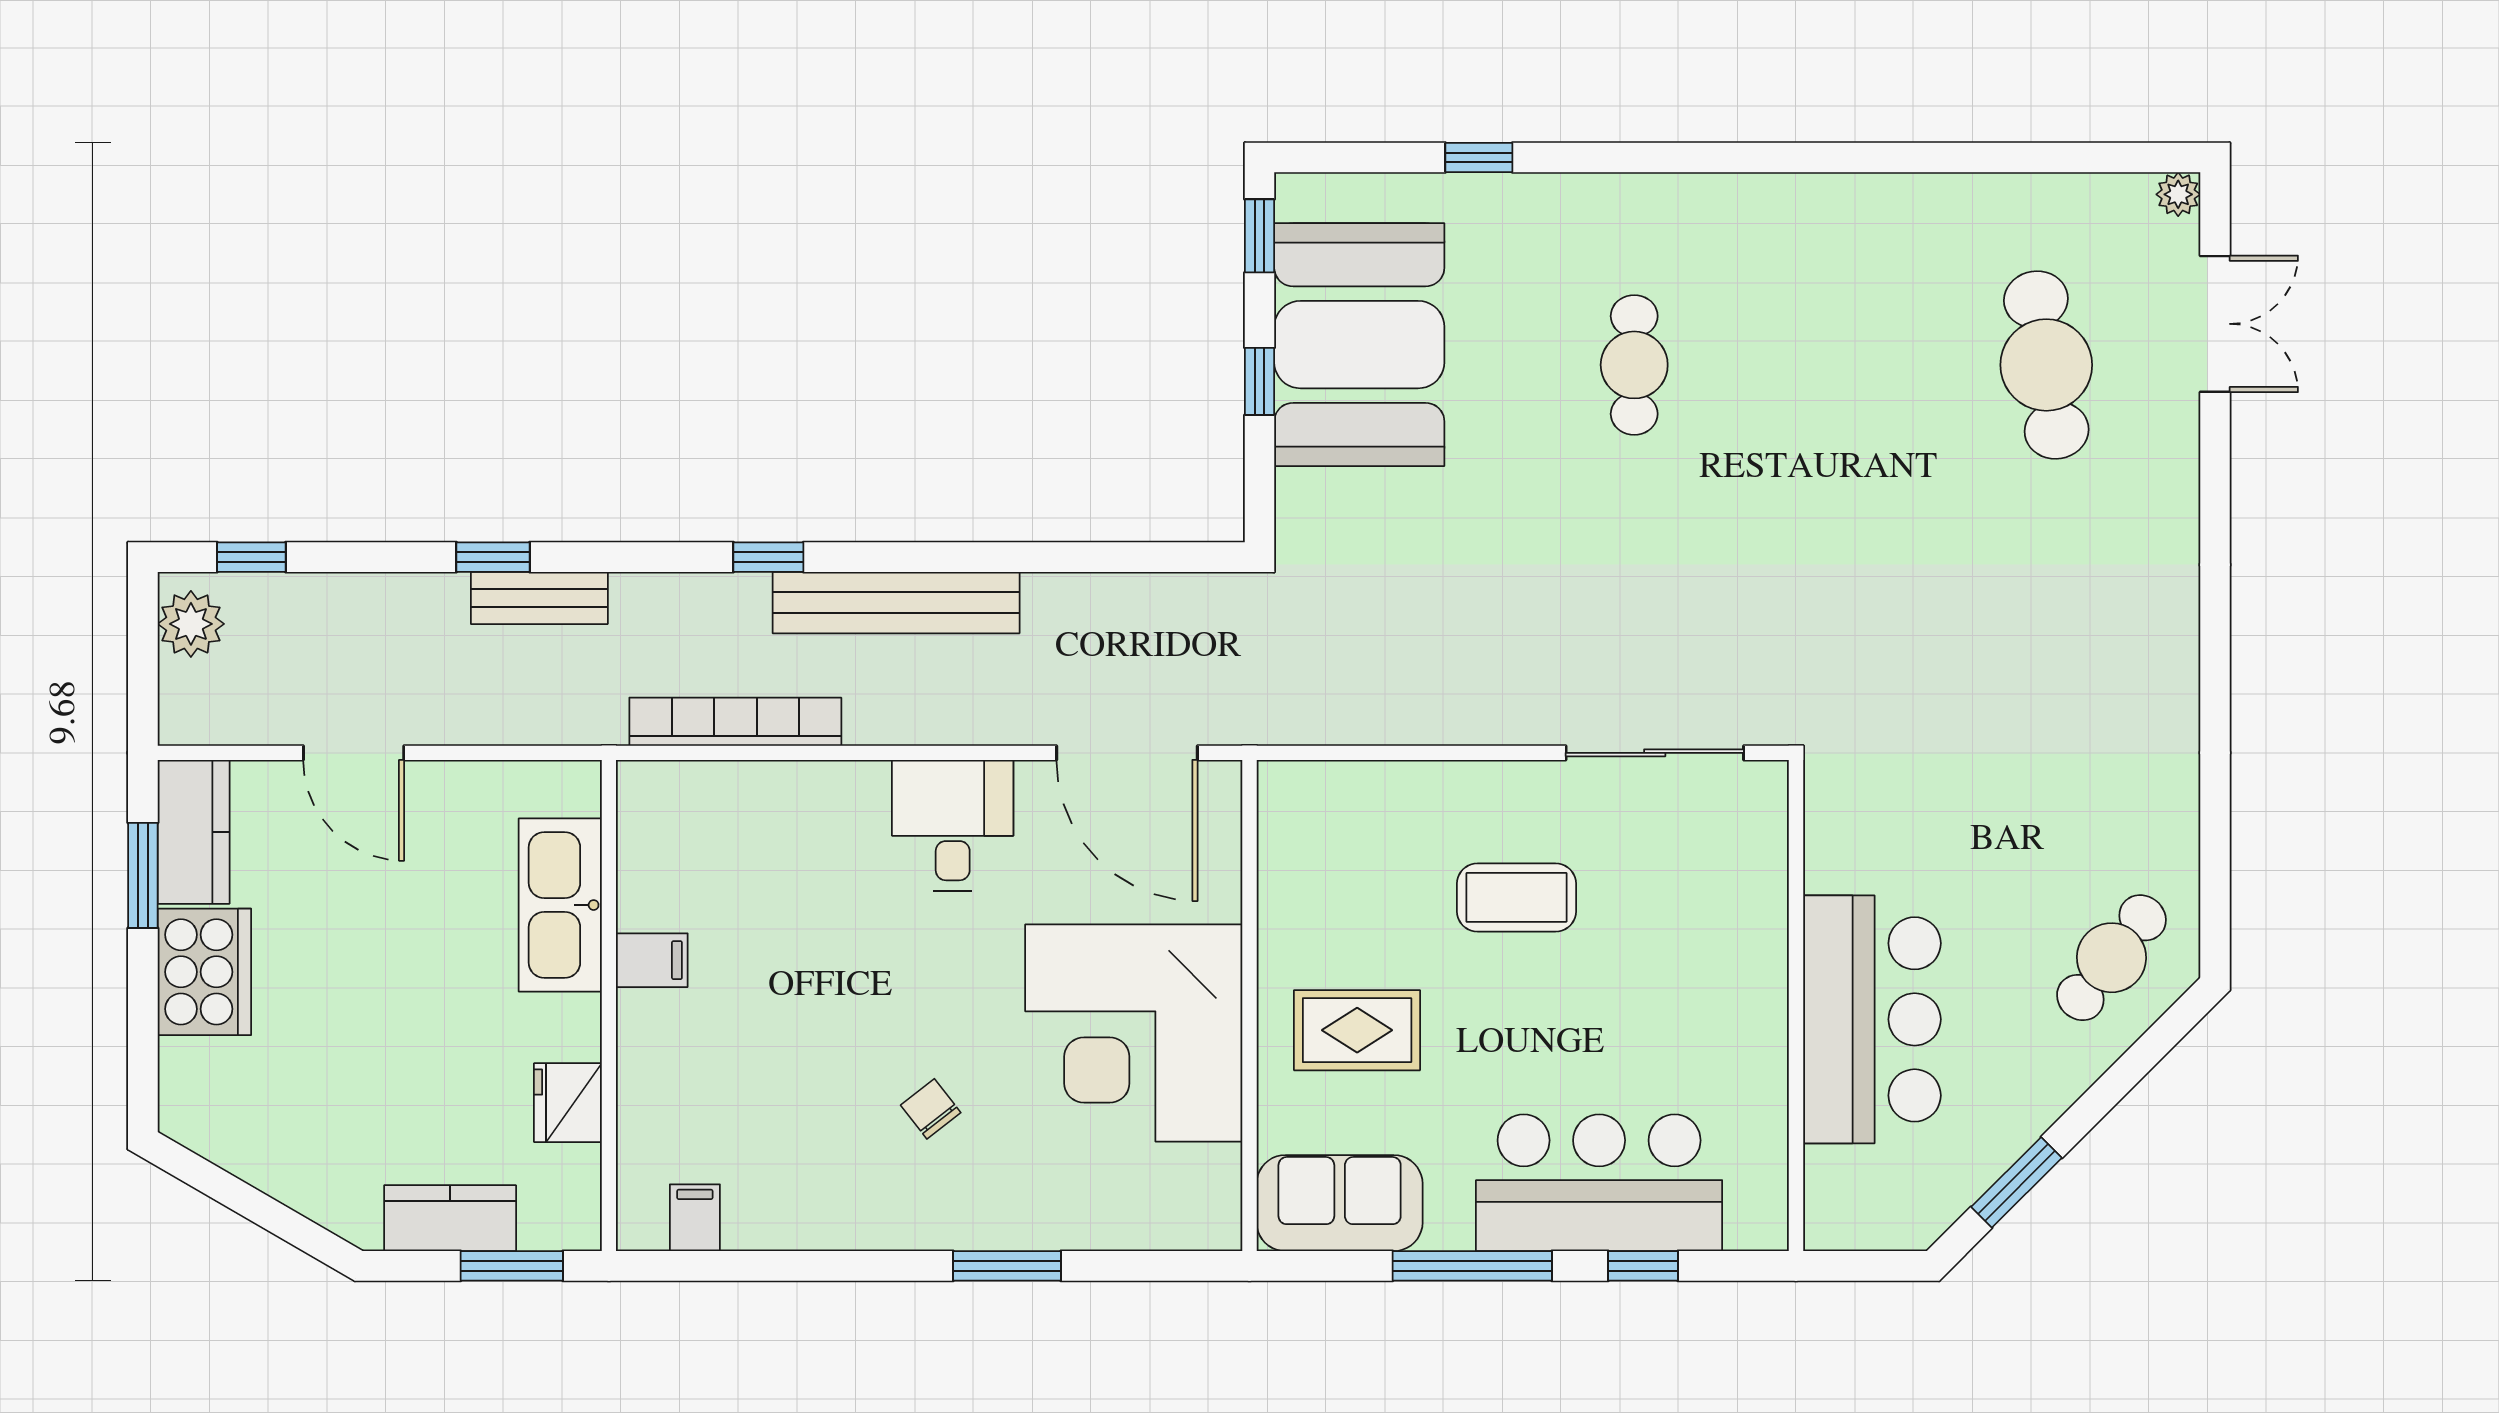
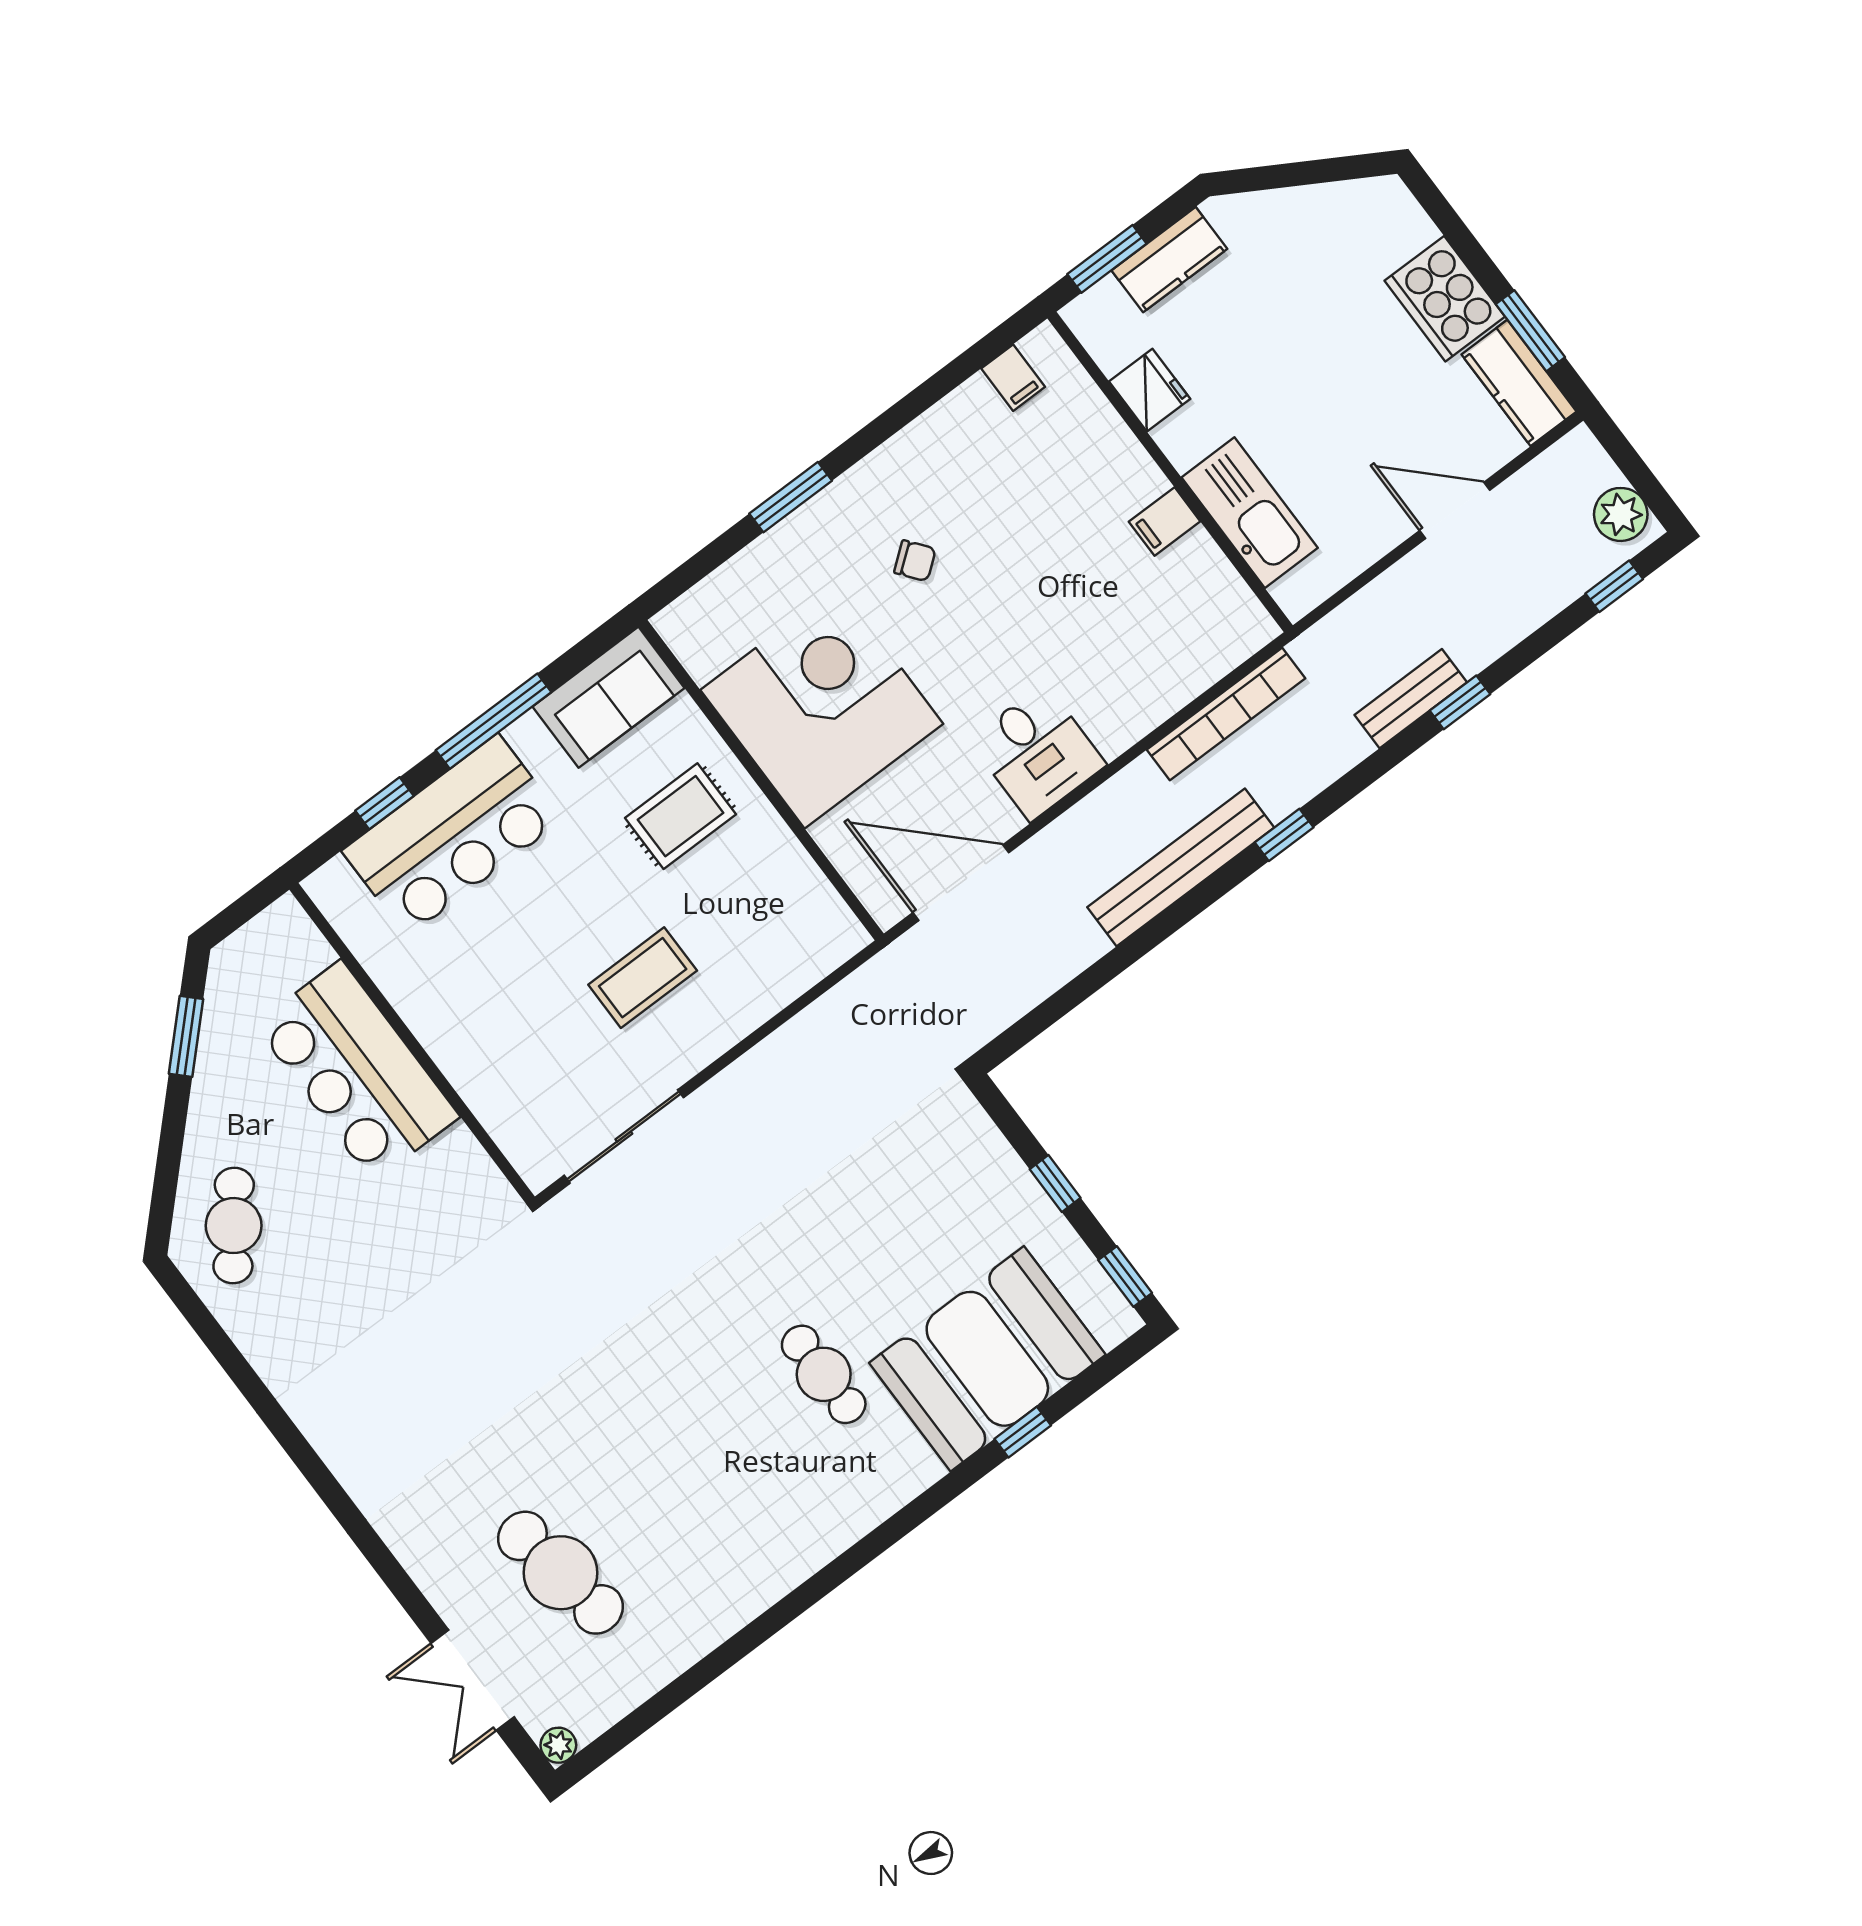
booth: (1359, 345) -> (987, 1359), moved, turned 90

